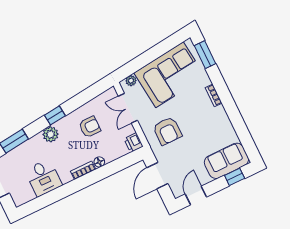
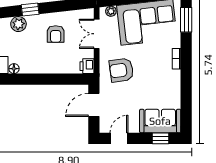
armchair: (90, 127) -> (56, 34), turned 90
armchair: (167, 131) -> (121, 70), turned 82
floor lamp: (99, 162) -> (14, 69), moved
bookcase: (83, 170) -> (32, 69), removed

